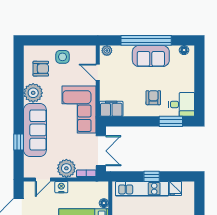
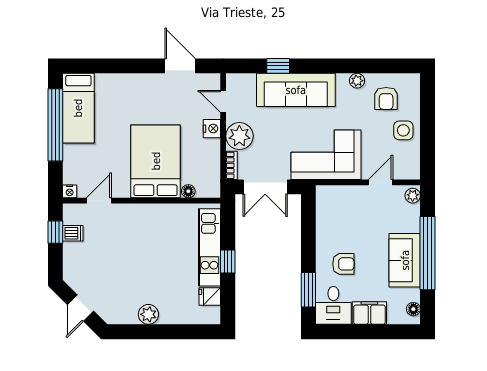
plant: (33, 93) -> (357, 81), width x0.53, depth x0.53
filing cabinet: (111, 109) -> (369, 313), moved, turned -90

